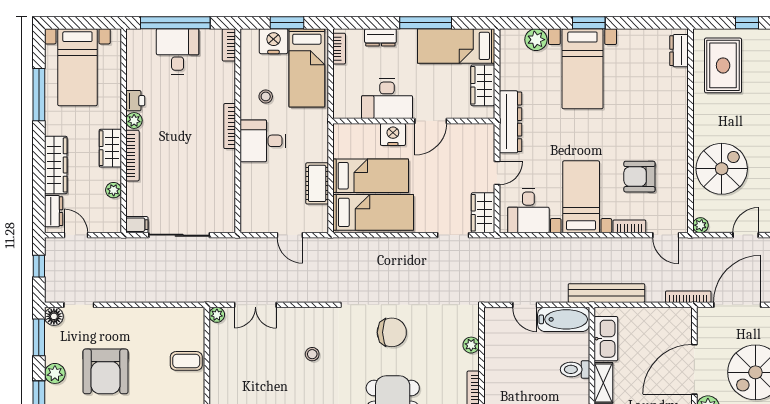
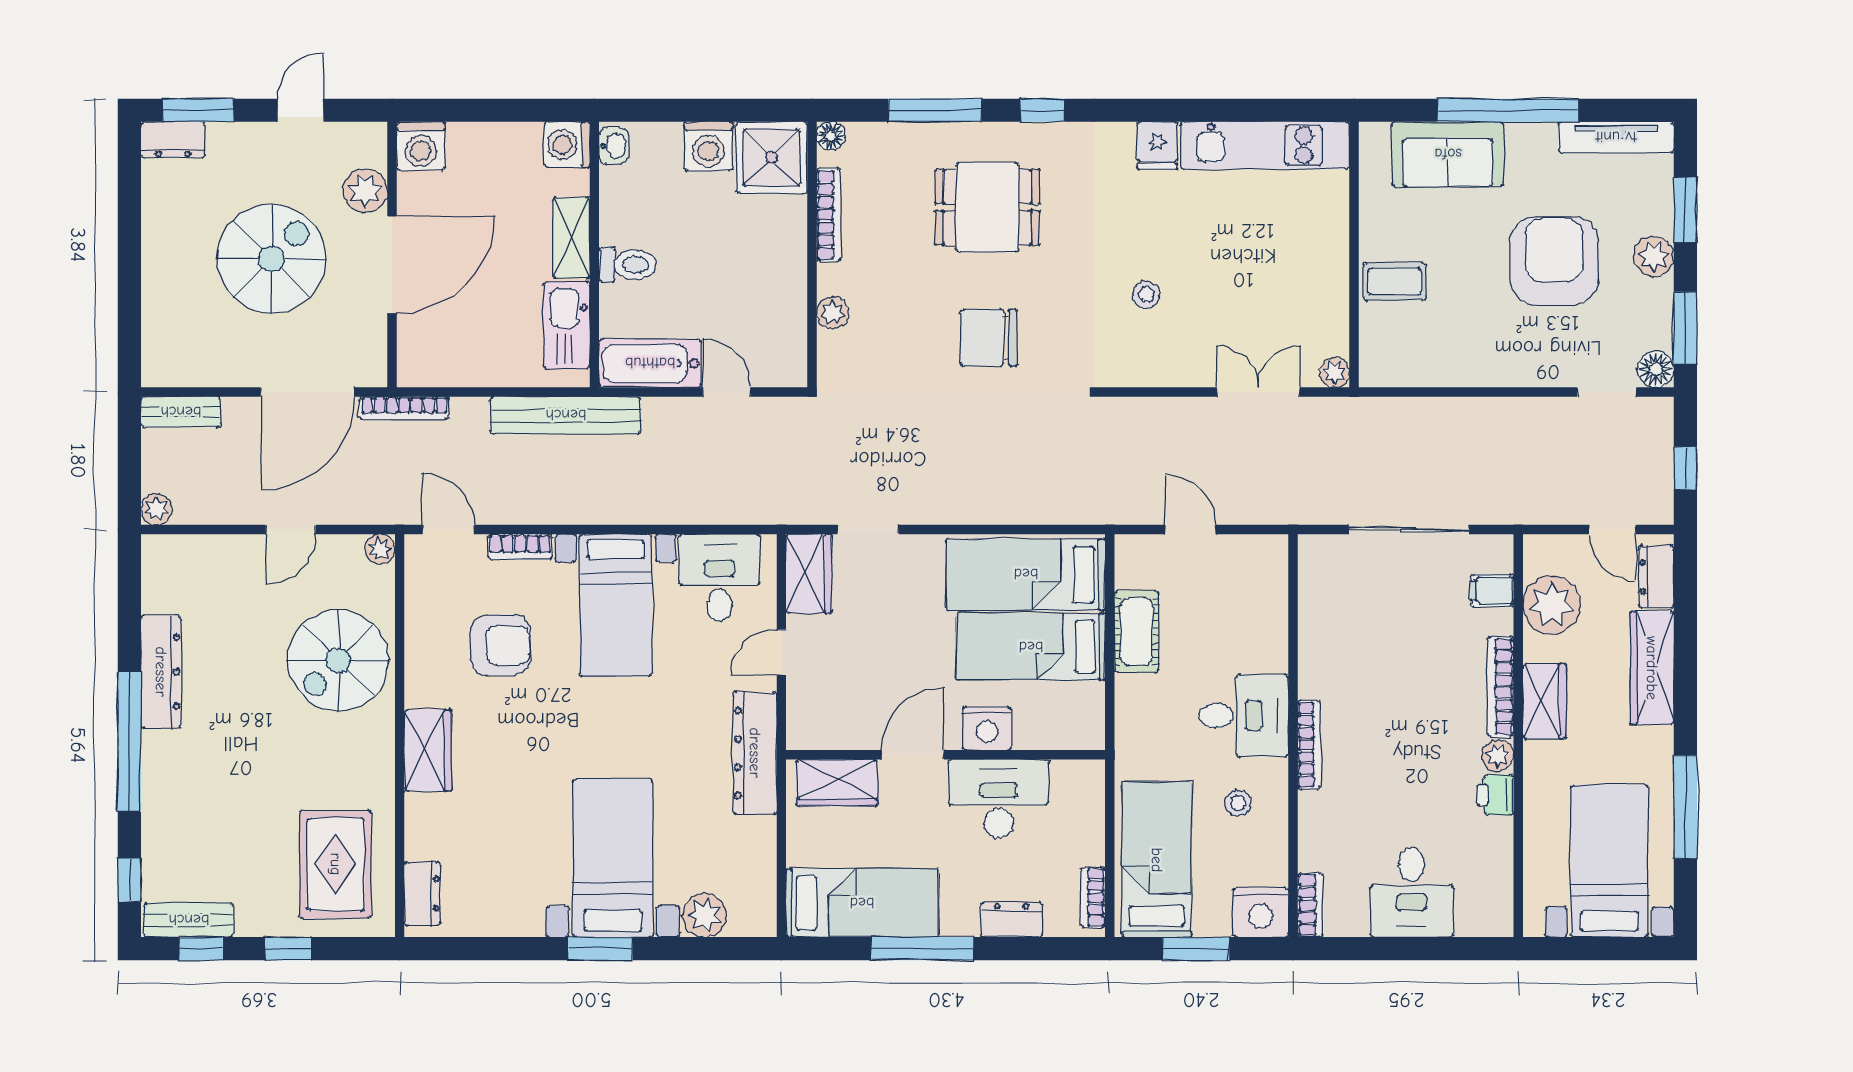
window: (175, 23) -> (1416, 949), removed
nightstand: (274, 41) -> (1261, 912), moved
wardrobe: (483, 85) -> (837, 783), moved, turned 90
wardrobe: (676, 123) -> (428, 750), added
plant: (114, 190) -> (1552, 605), width x1.87, depth x1.87
filing cabinet: (137, 225) -> (1492, 591), moved

